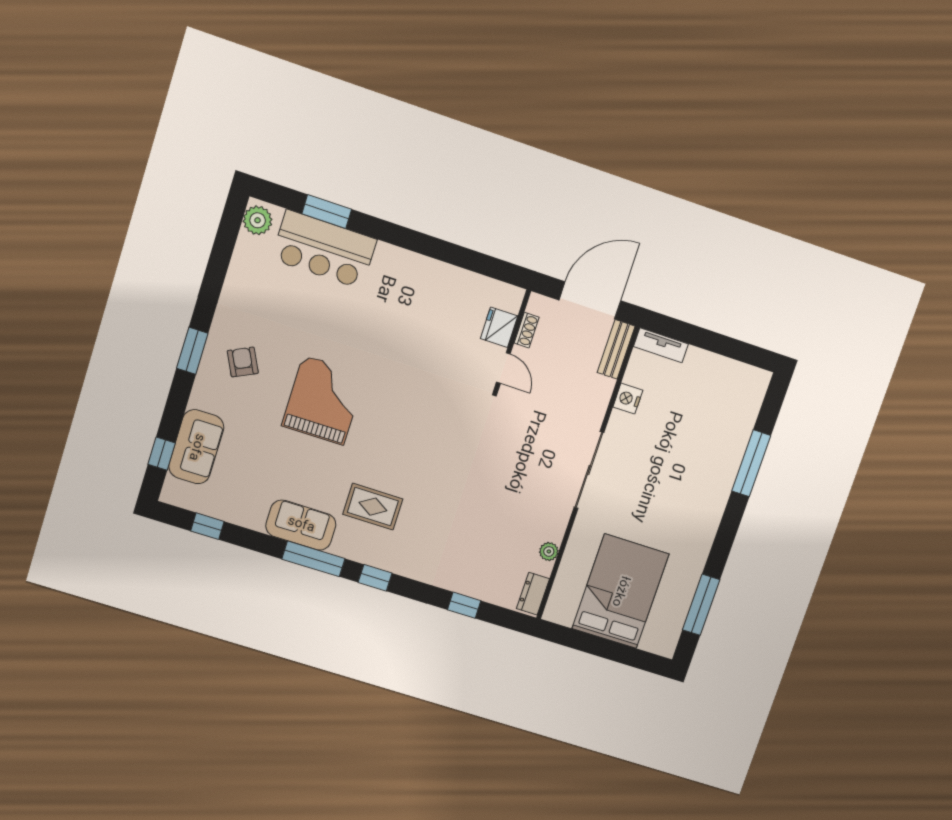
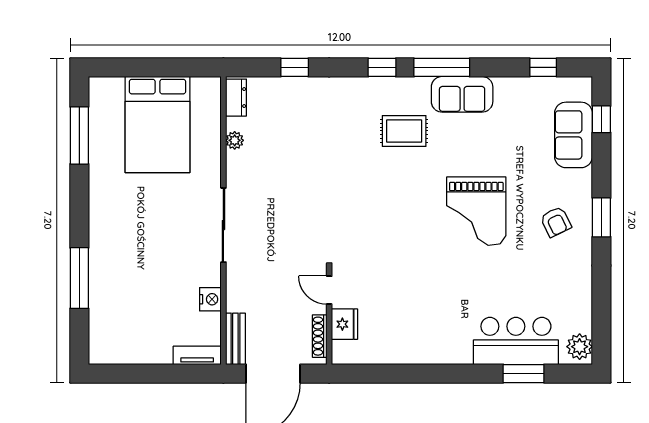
shoe rack: (527, 330) -> (320, 336), width x1.43

